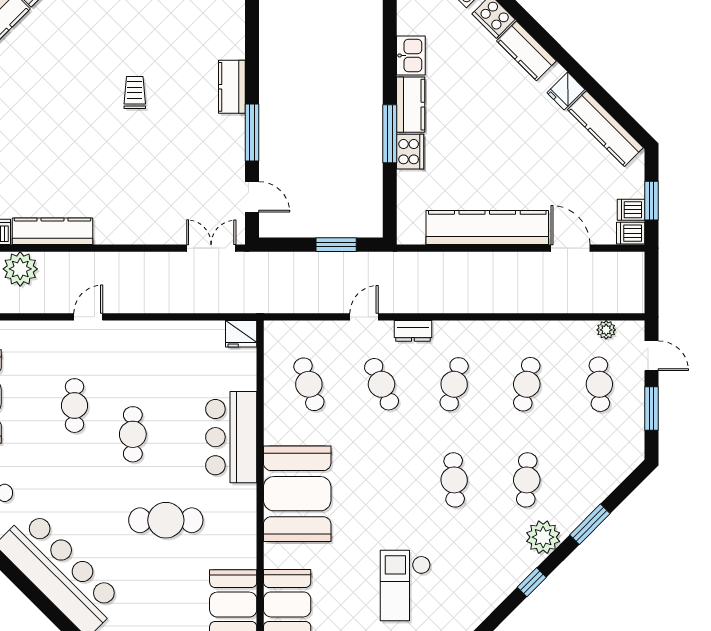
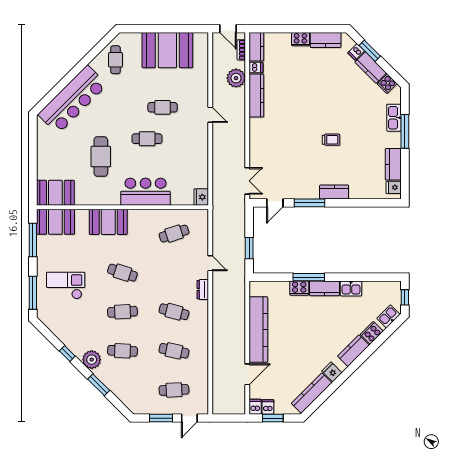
plant: (606, 330) -> (203, 394), removed
cafe table: (382, 384) -> (122, 273), moved, turned 42
booth: (297, 494) -> (108, 222), width x0.73, depth x0.70

